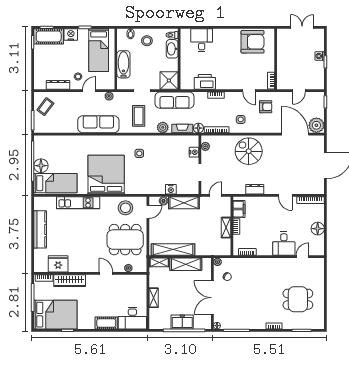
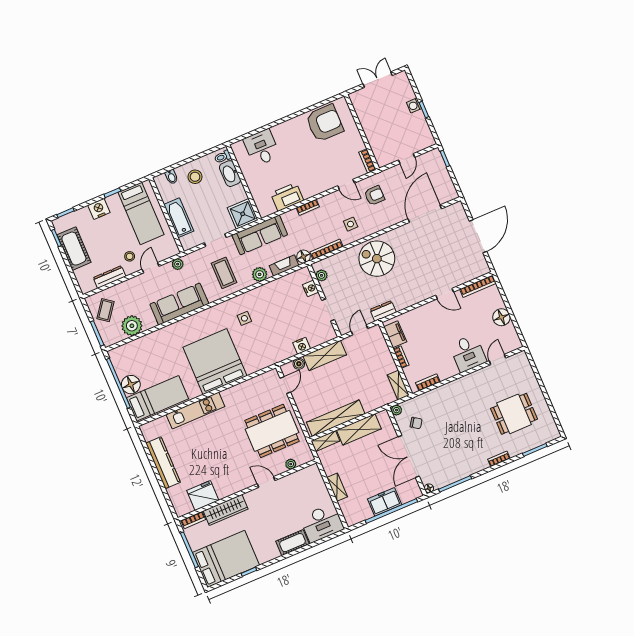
cot: (49, 36) -> (74, 249), moved, turned 90
plant: (316, 125) -> (132, 326), moved
door: (295, 134) -> (425, 214), hinge flipped
dresser: (255, 189) -> (383, 311), moved
stool: (125, 208) -> (256, 392), removed
shelving: (226, 228) -> (398, 385), moved

